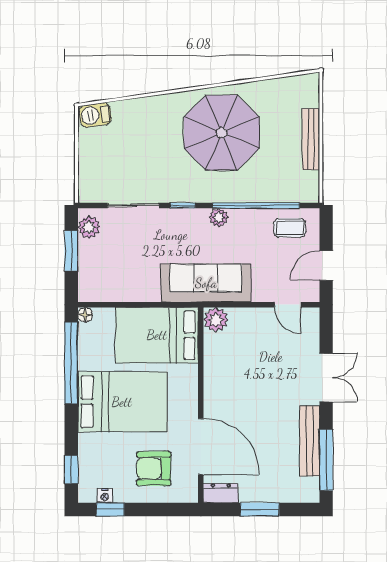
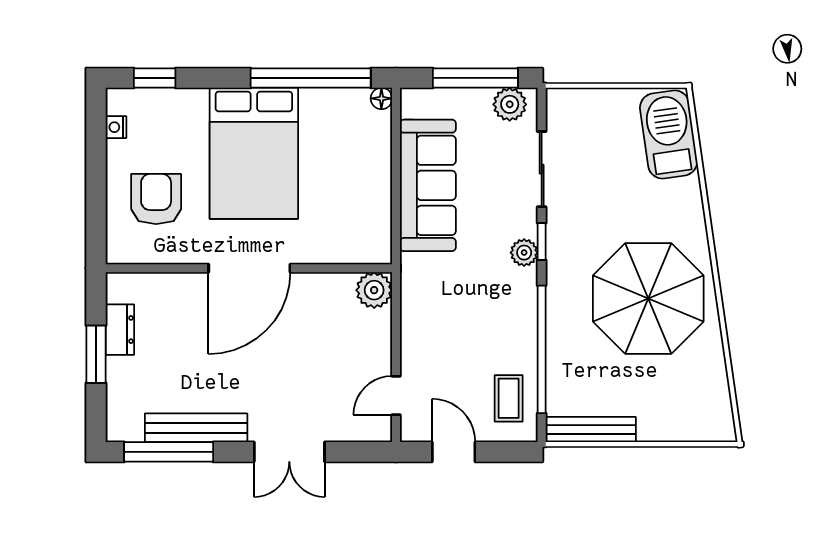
barbecue: (95, 115) -> (669, 134), width x1.88, depth x1.53
bench: (311, 139) -> (591, 429), moved
plant: (219, 217) -> (524, 253), moved
window: (71, 251) -> (475, 78), width x1.44
sofa: (206, 283) -> (428, 185), moved
bed: (157, 335) -> (351, 204), removed
door: (201, 447) -> (249, 268), moved
dresser: (221, 493) -> (120, 330), moved
window: (110, 509) -> (96, 135), removed

